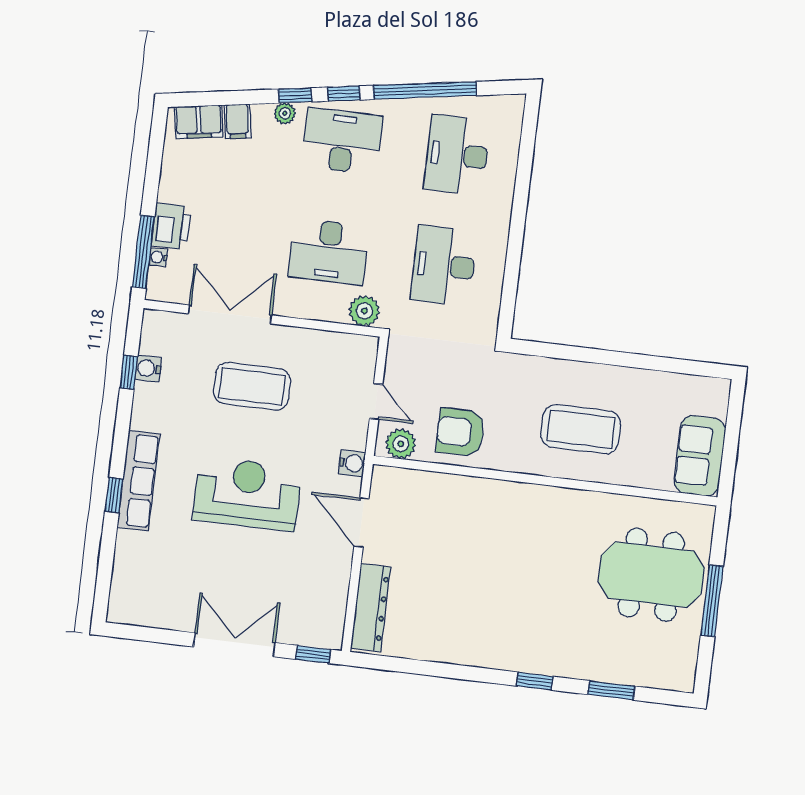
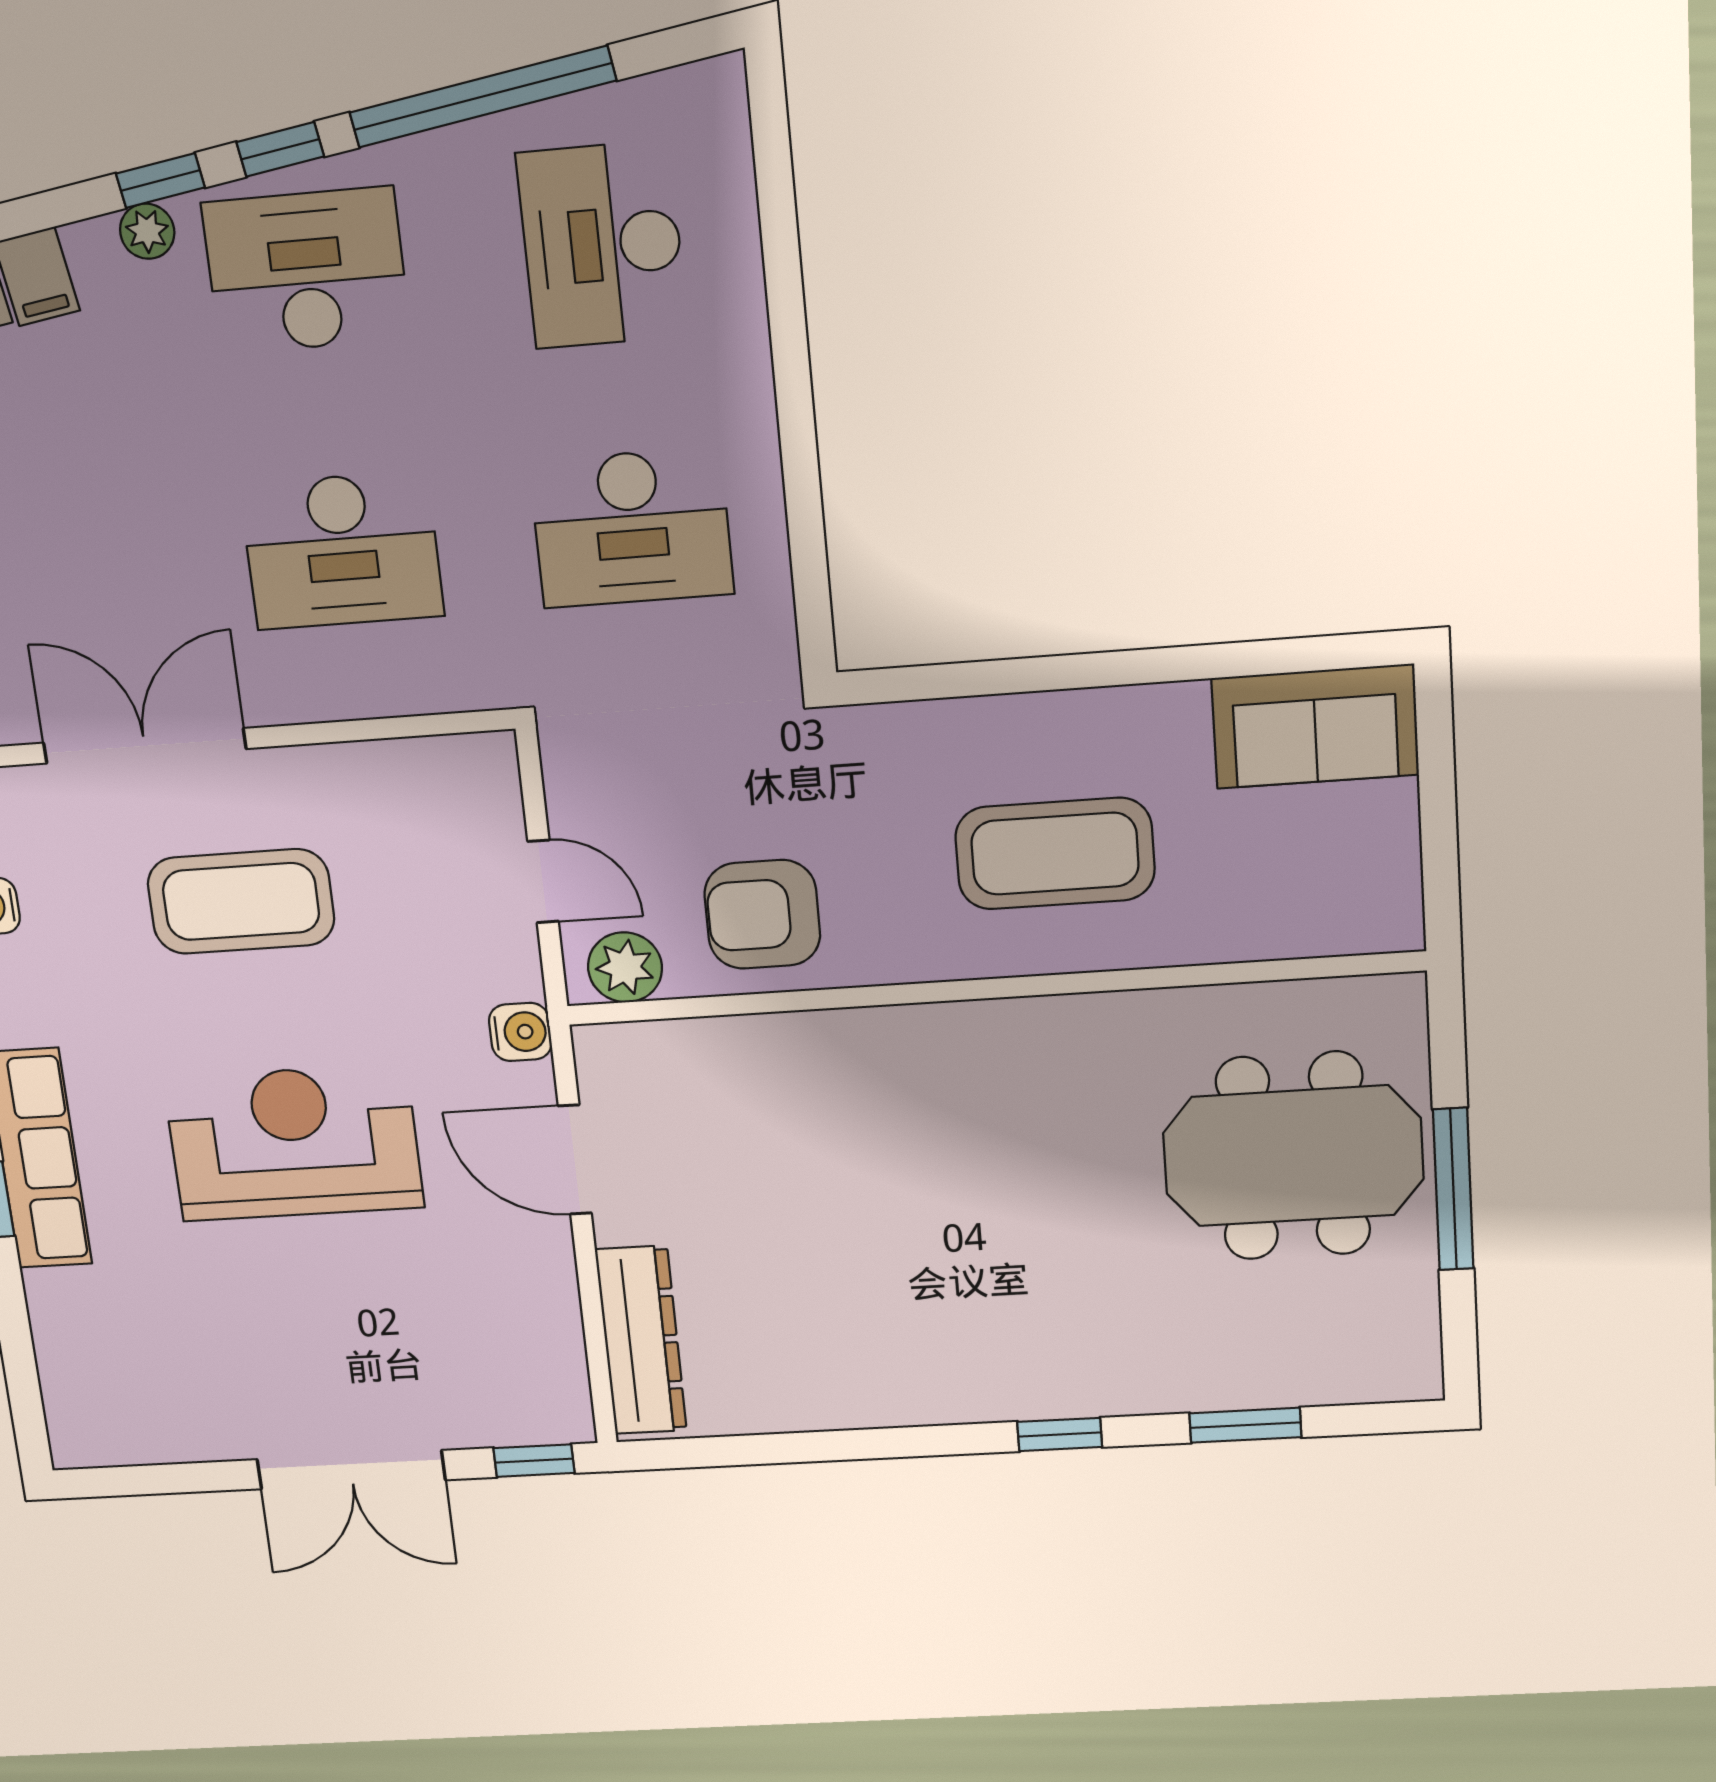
desk: (444, 266) -> (632, 528), turned -90
plant: (364, 311) -> (463, 675), removed
sofa: (700, 456) -> (1315, 726), moved, turned -90
double door: (234, 645) -> (351, 1470), swing flipped

